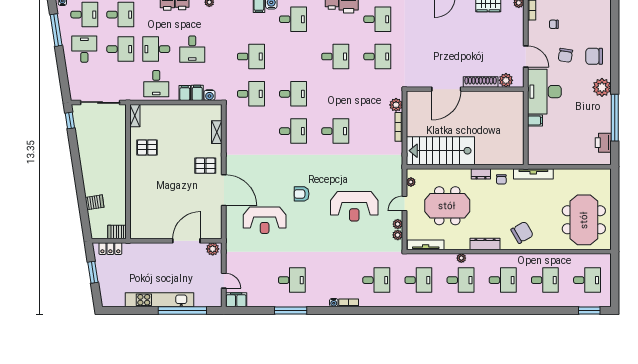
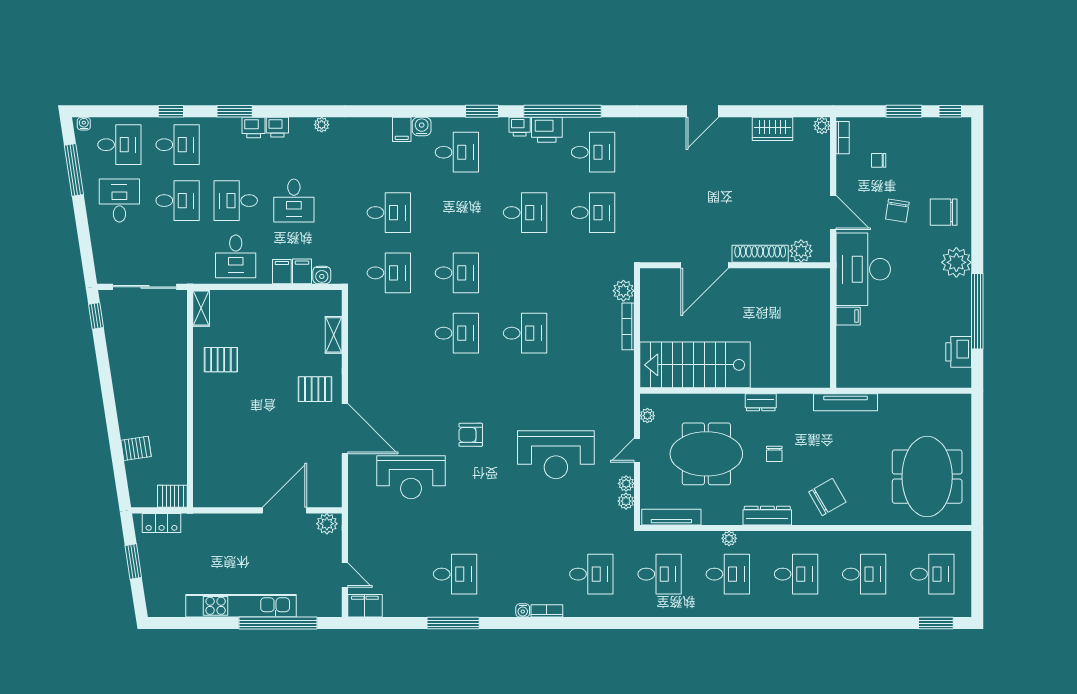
chair: (501, 179) -> (774, 454), moved

